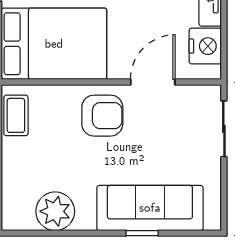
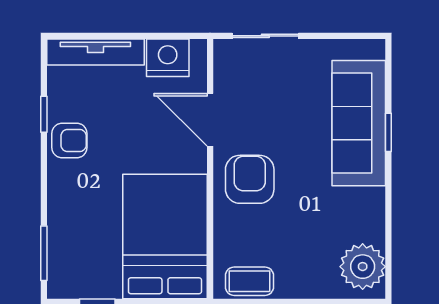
plant: (55, 211) -> (363, 267), moved

